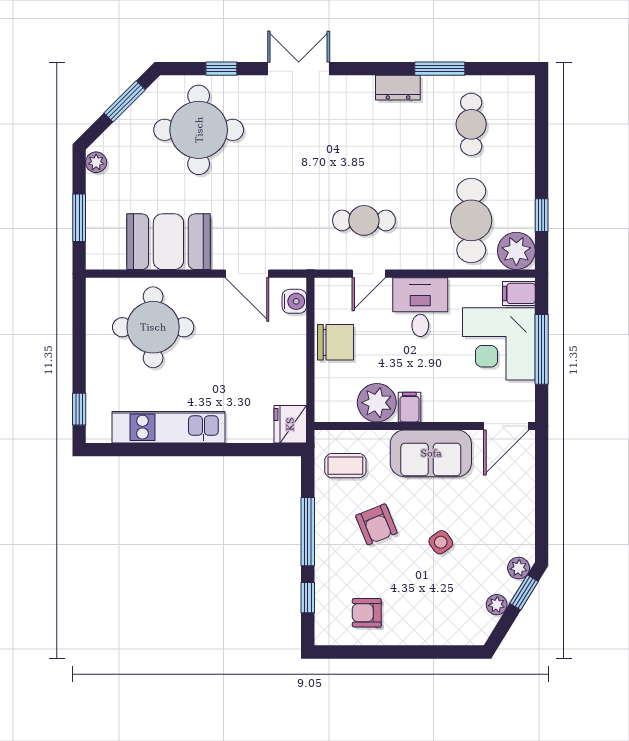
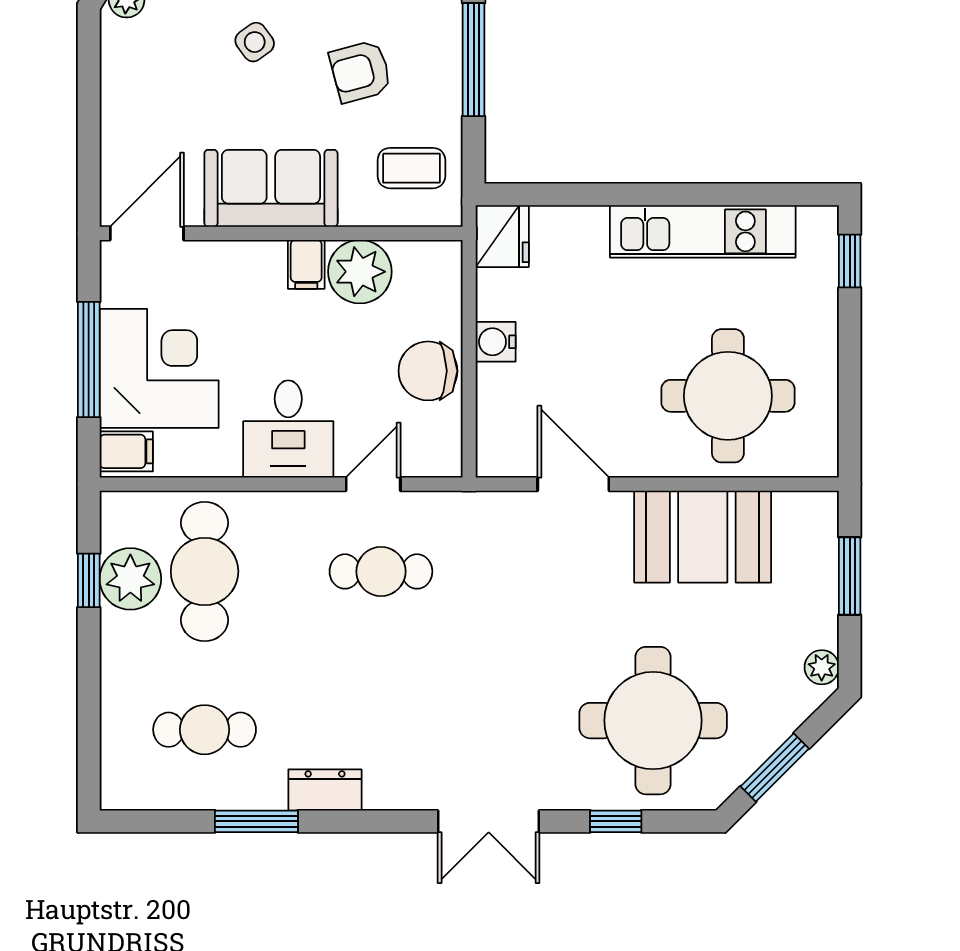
cafe table: (471, 124) -> (205, 730), turned 90
plant: (516, 251) -> (130, 579), moved
water cooler: (294, 301) -> (496, 342), moved
armchair: (376, 524) -> (360, 71), turned -83

